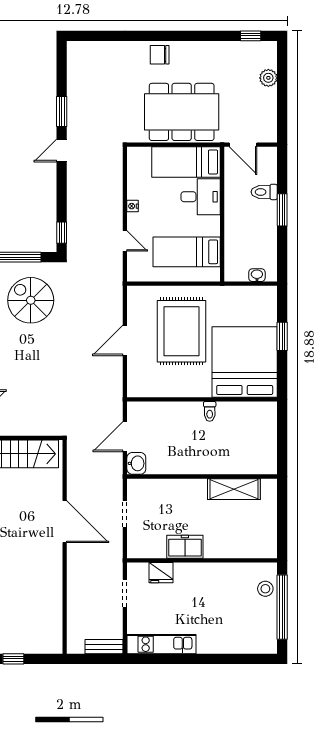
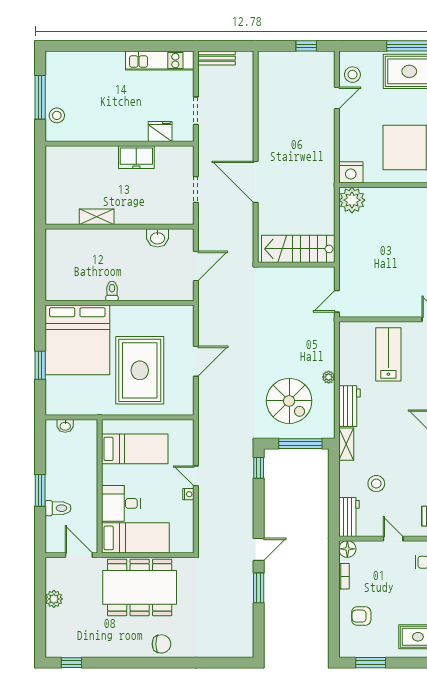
plant: (268, 78) -> (54, 599), moved
door: (125, 241) -> (196, 476), moved
washbasin: (136, 463) -> (158, 238), moved, turned -90
shelving: (234, 489) -> (97, 217), width x0.67, depth x0.75
window: (282, 607) -> (40, 97), width x0.68

